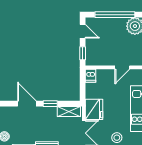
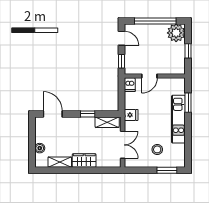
door: (122, 67) -> (149, 76), moved
door: (27, 104) -> (53, 114), moved
fridge: (94, 109) -> (131, 115), width x0.53, depth x0.75

